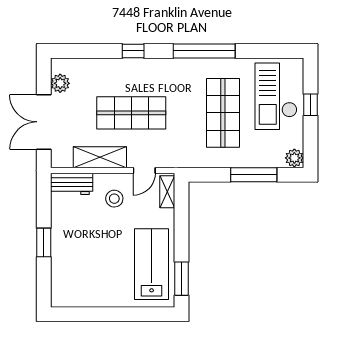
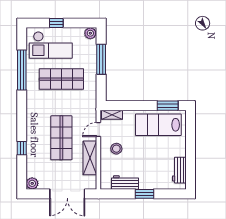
window: (133, 51) -> (22, 148), moved
window: (204, 51) -> (22, 70), moved
plant: (60, 83) -> (32, 183), moved
door: (144, 170) -> (98, 129), swing flipped
workbench: (72, 184) -> (125, 183), moved, turned -90
workbench: (81, 297) -> (179, 170), added

